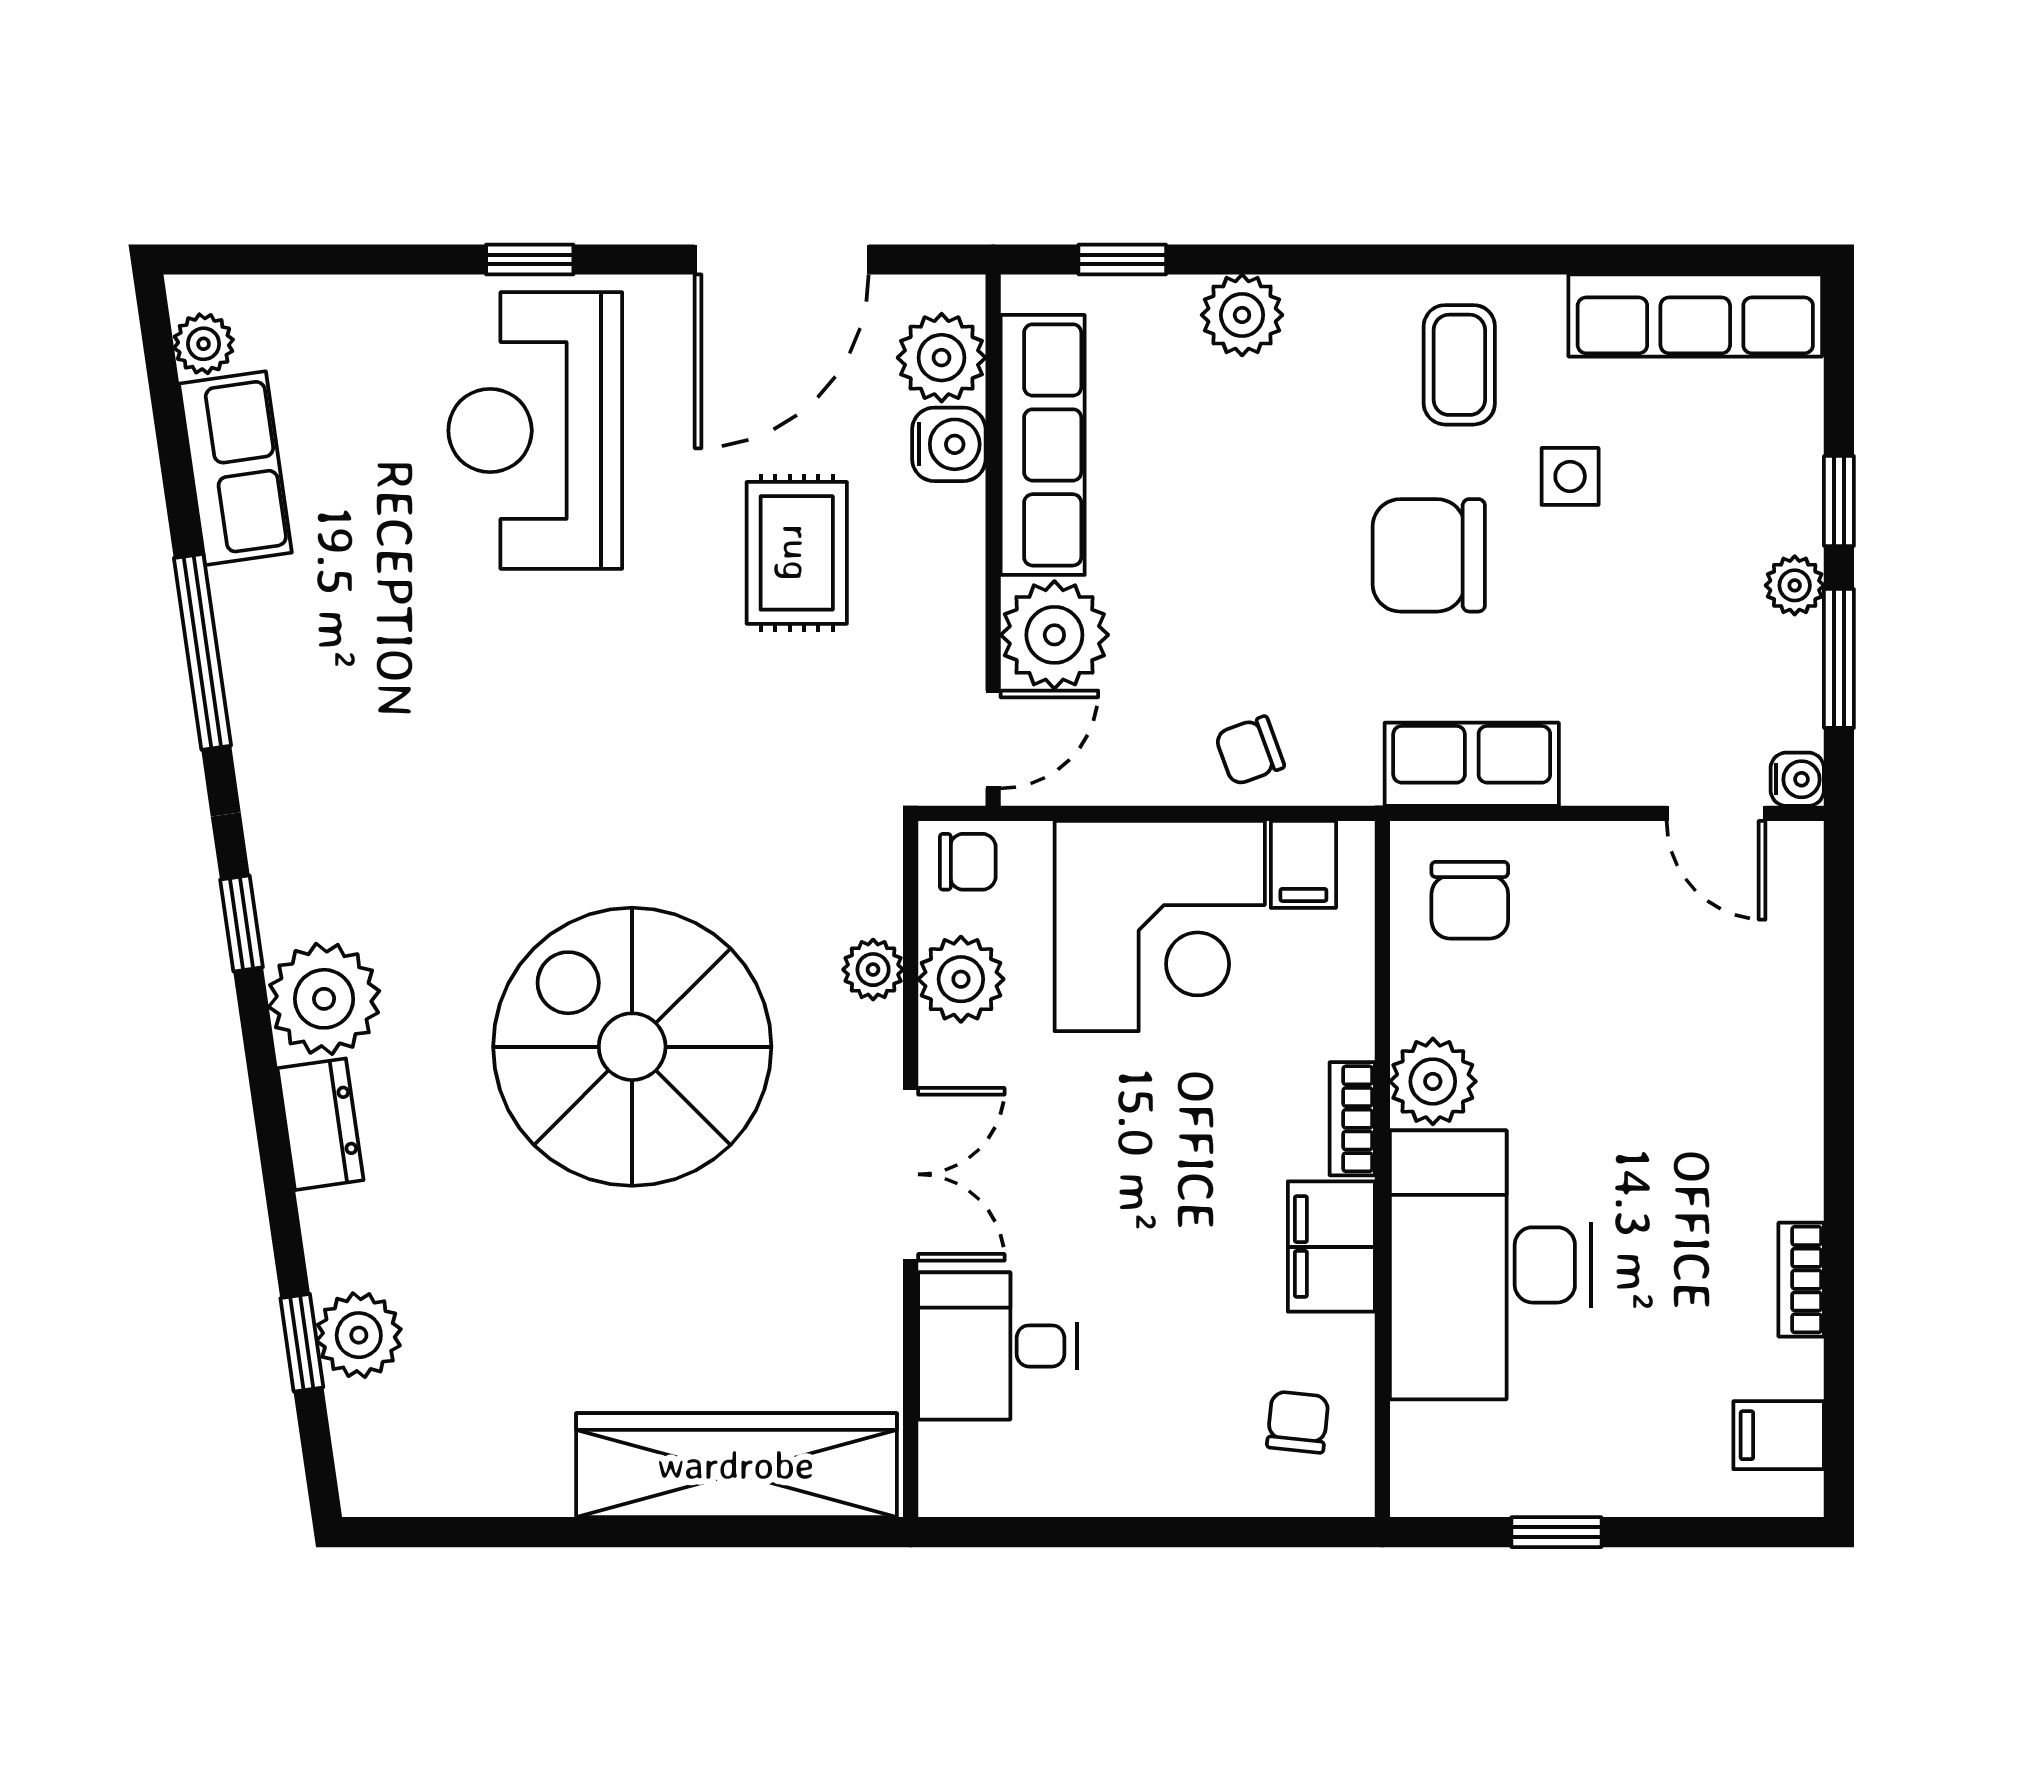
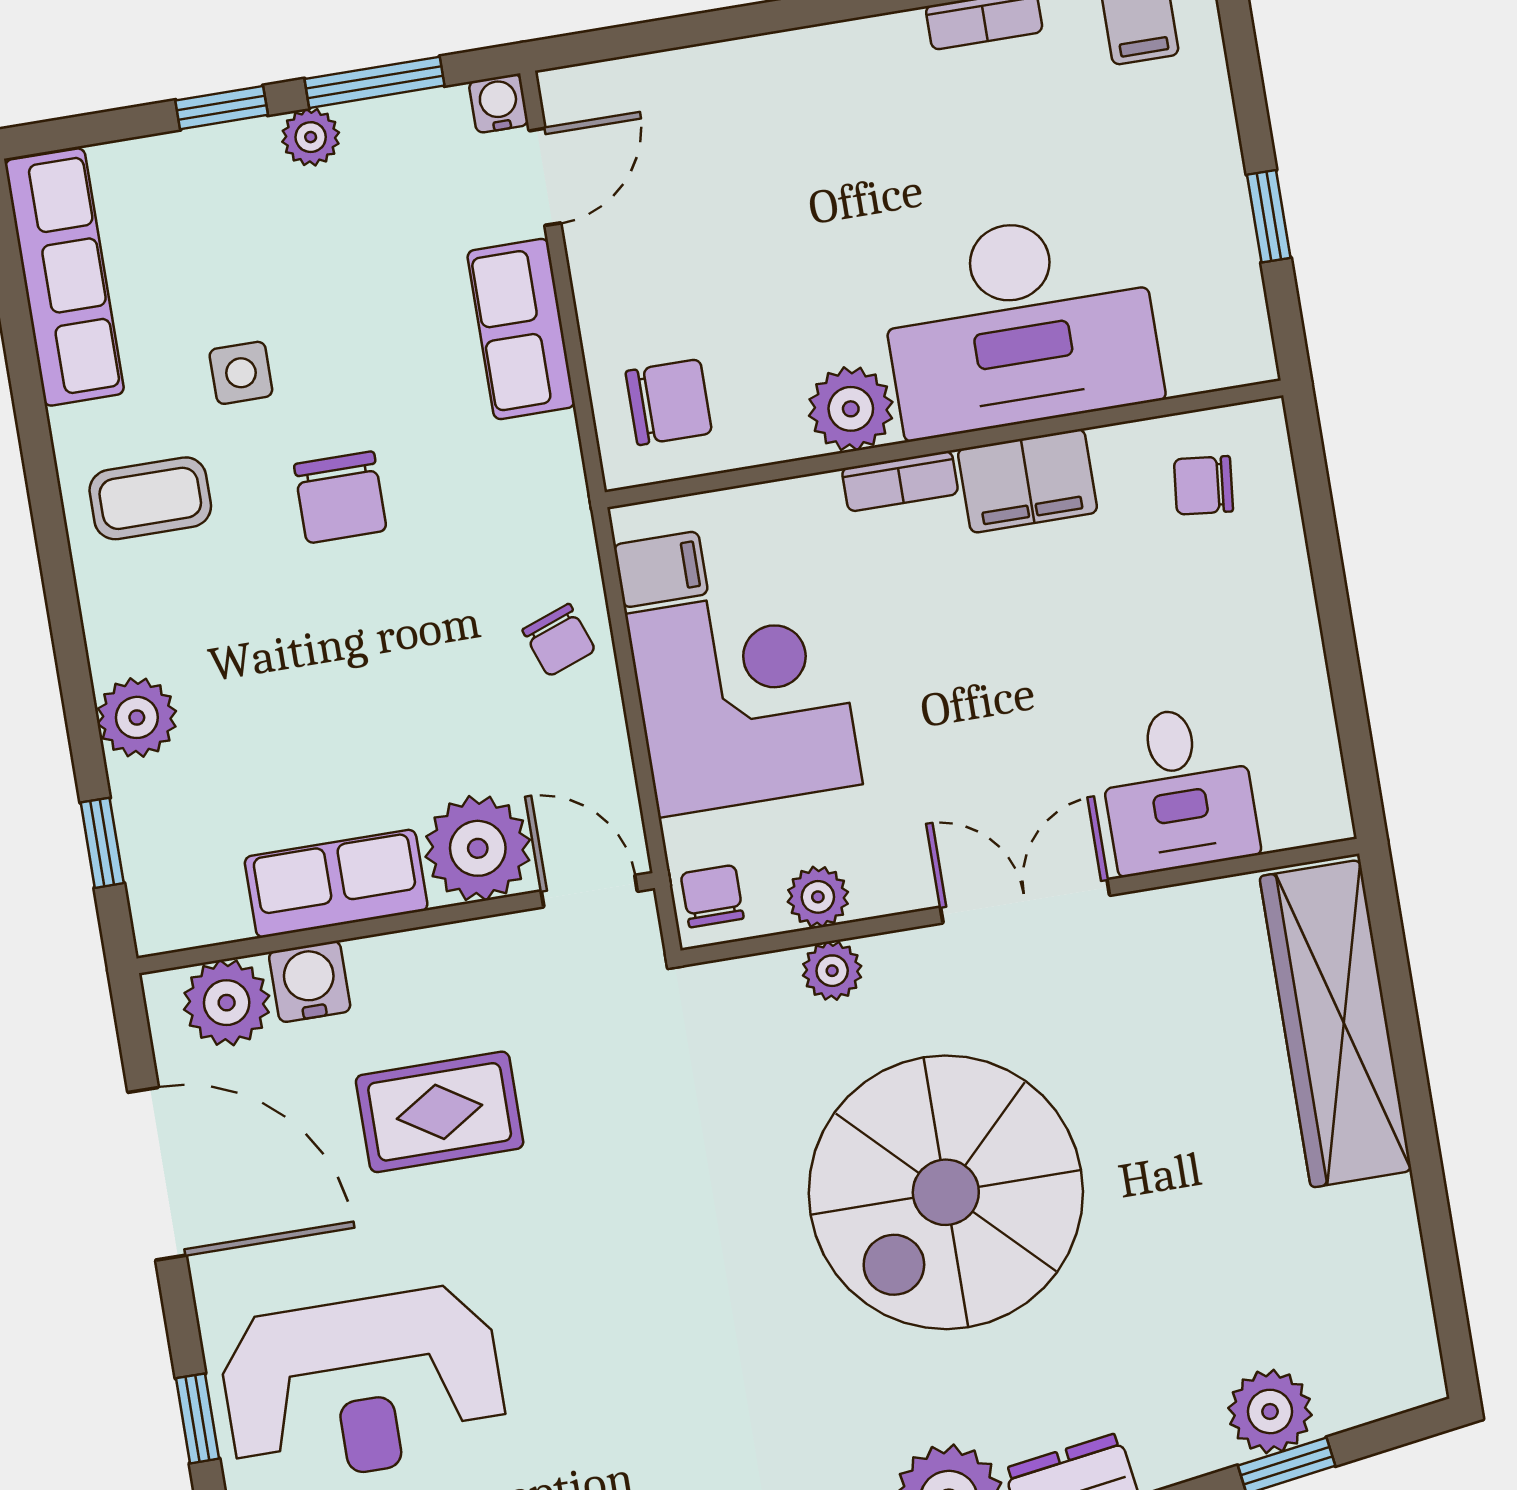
row of seats: (1043, 445) -> (336, 884), width x0.68
chair: (1429, 555) -> (340, 497), width x0.73, depth x0.73
row of seats: (1472, 764) -> (521, 329), moved
plant: (961, 979) -> (818, 897), width x0.73, depth x0.73

